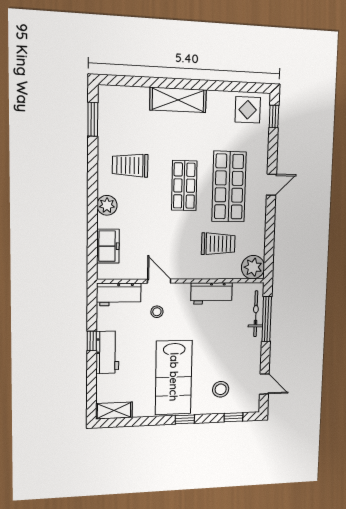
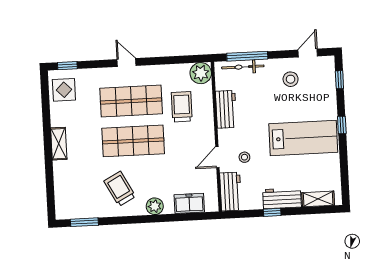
shelving: (178, 100) -> (59, 144), width x0.67, depth x0.75
trolley: (130, 165) -> (120, 189), turned 152
shop shelf: (184, 186) -> (133, 141), width x1.43, depth x1.36
stool: (221, 389) -> (291, 79), moved
shelving: (114, 411) -> (318, 199), moved, turned 90

